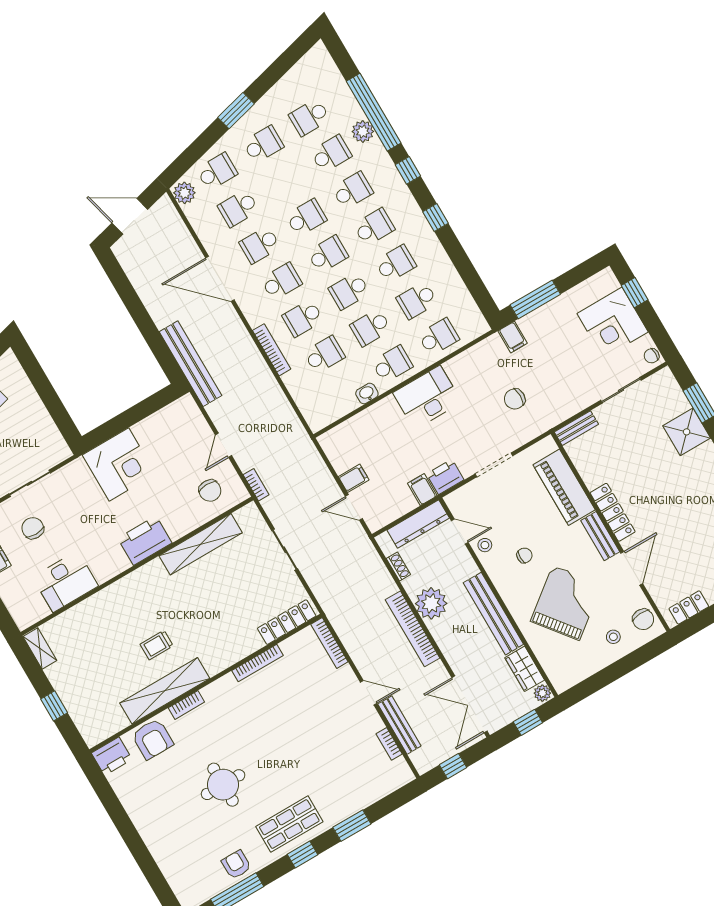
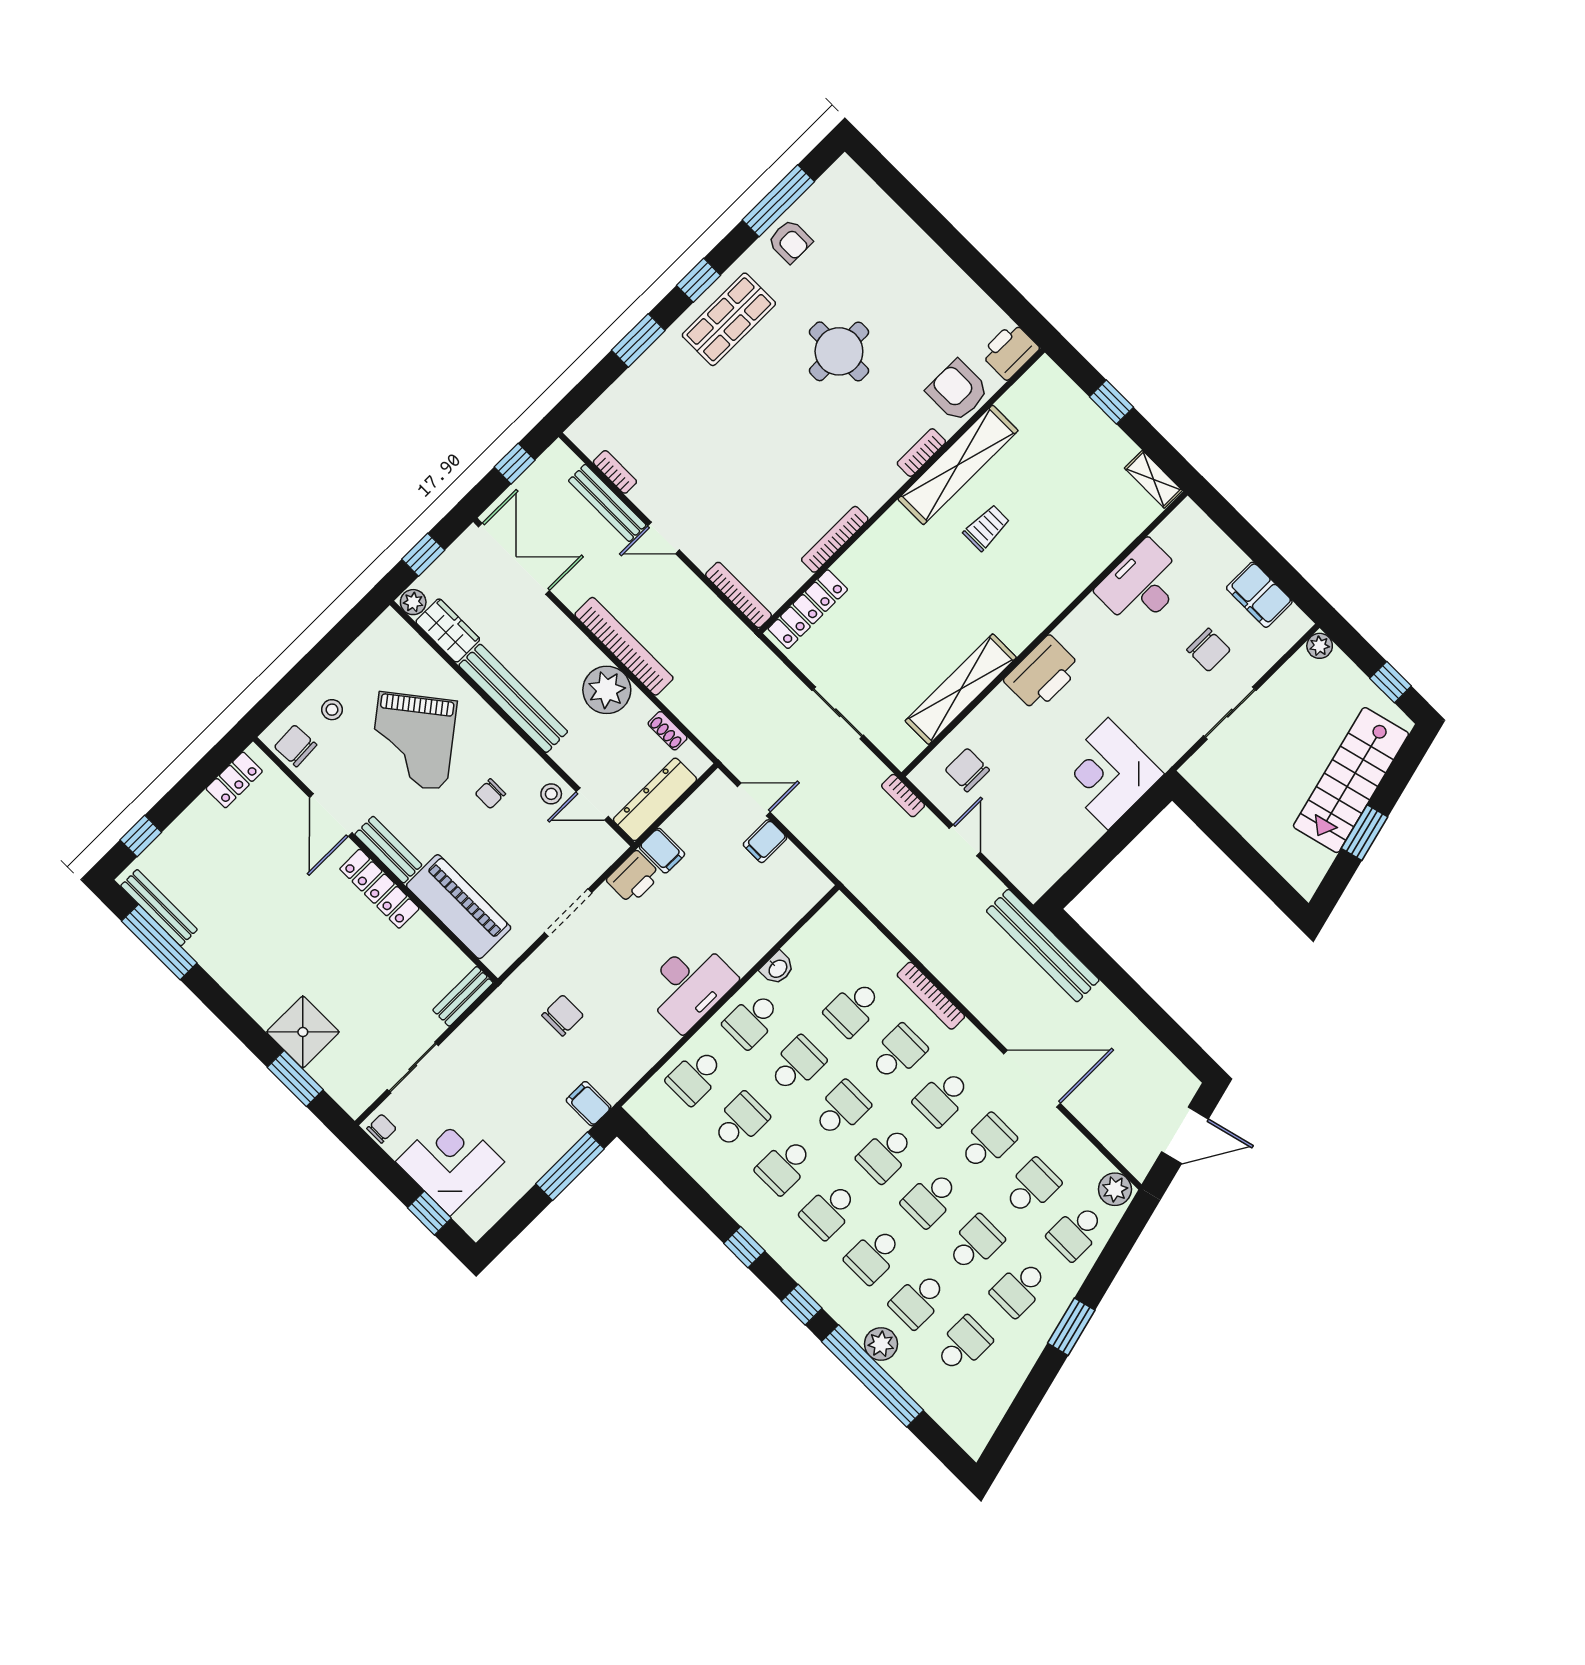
school desk: (285, 181) -> (975, 1244), added

